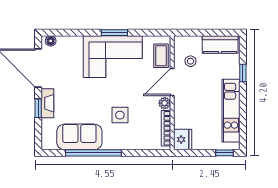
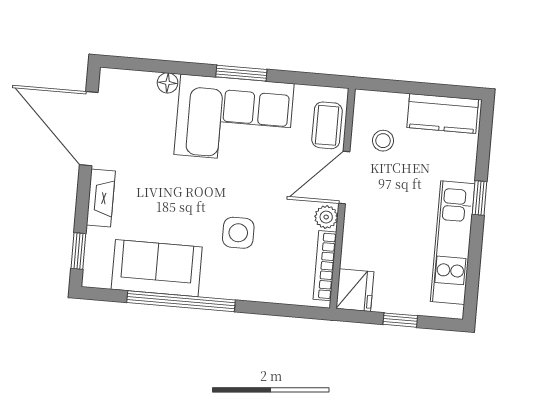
floor lamp: (51, 41) -> (168, 83), moved
window: (243, 73) -> (480, 198), moved
window: (38, 108) -> (78, 251), moved
window: (225, 153) -> (400, 320), moved

